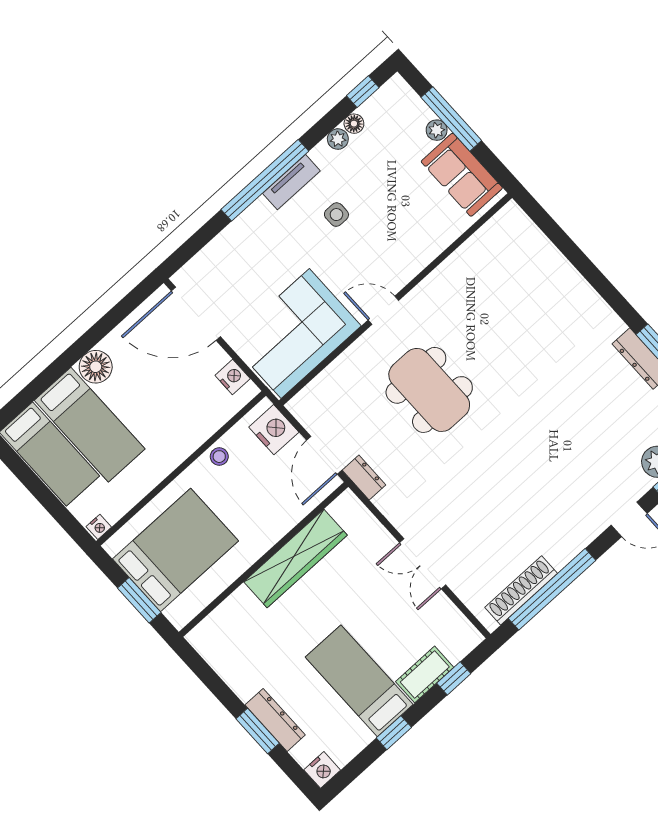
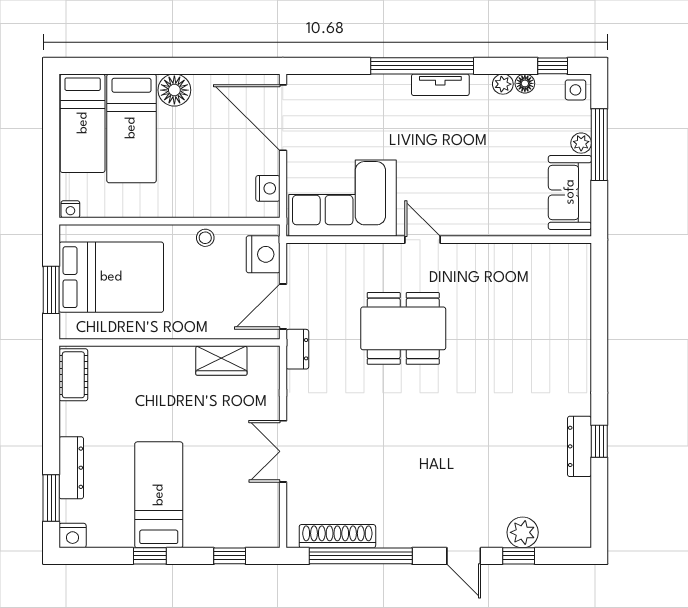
side table: (336, 215) -> (575, 90), moved
dining table: (429, 390) -> (403, 328), turned 90
wardrobe: (295, 559) -> (221, 361), width x0.48, depth x0.85
cot: (425, 674) -> (73, 375), moved, turned 90
window: (258, 731) -> (51, 498), moved

